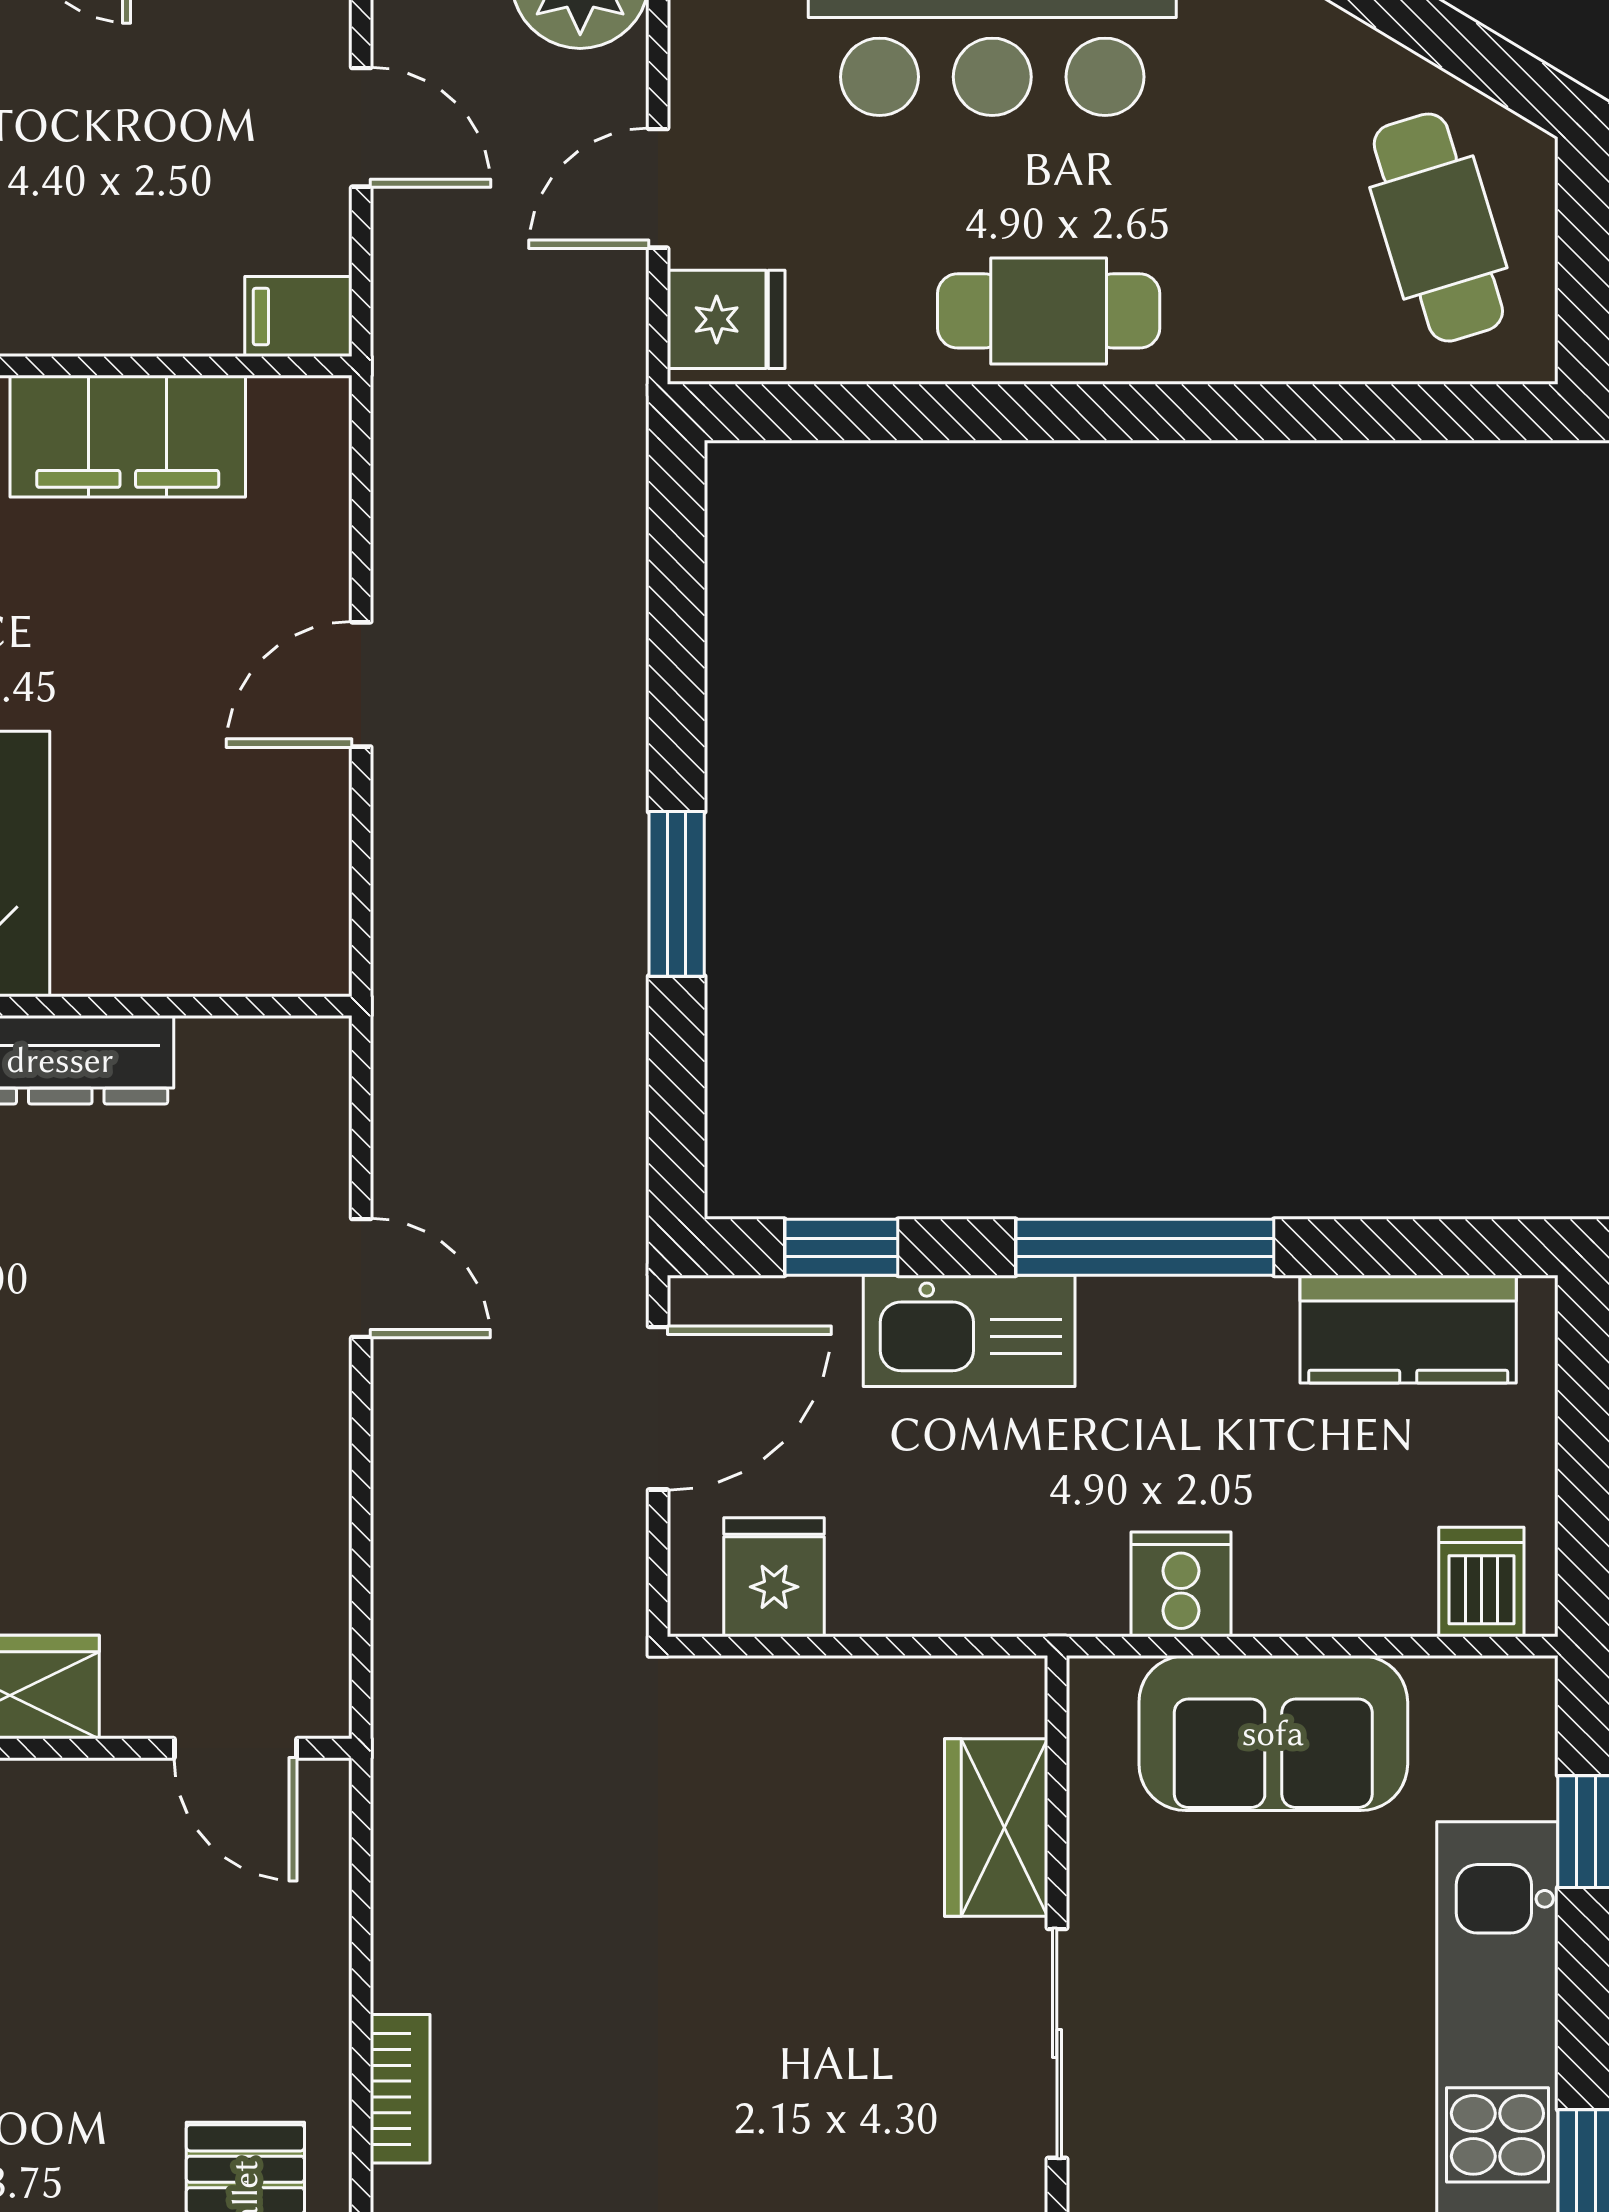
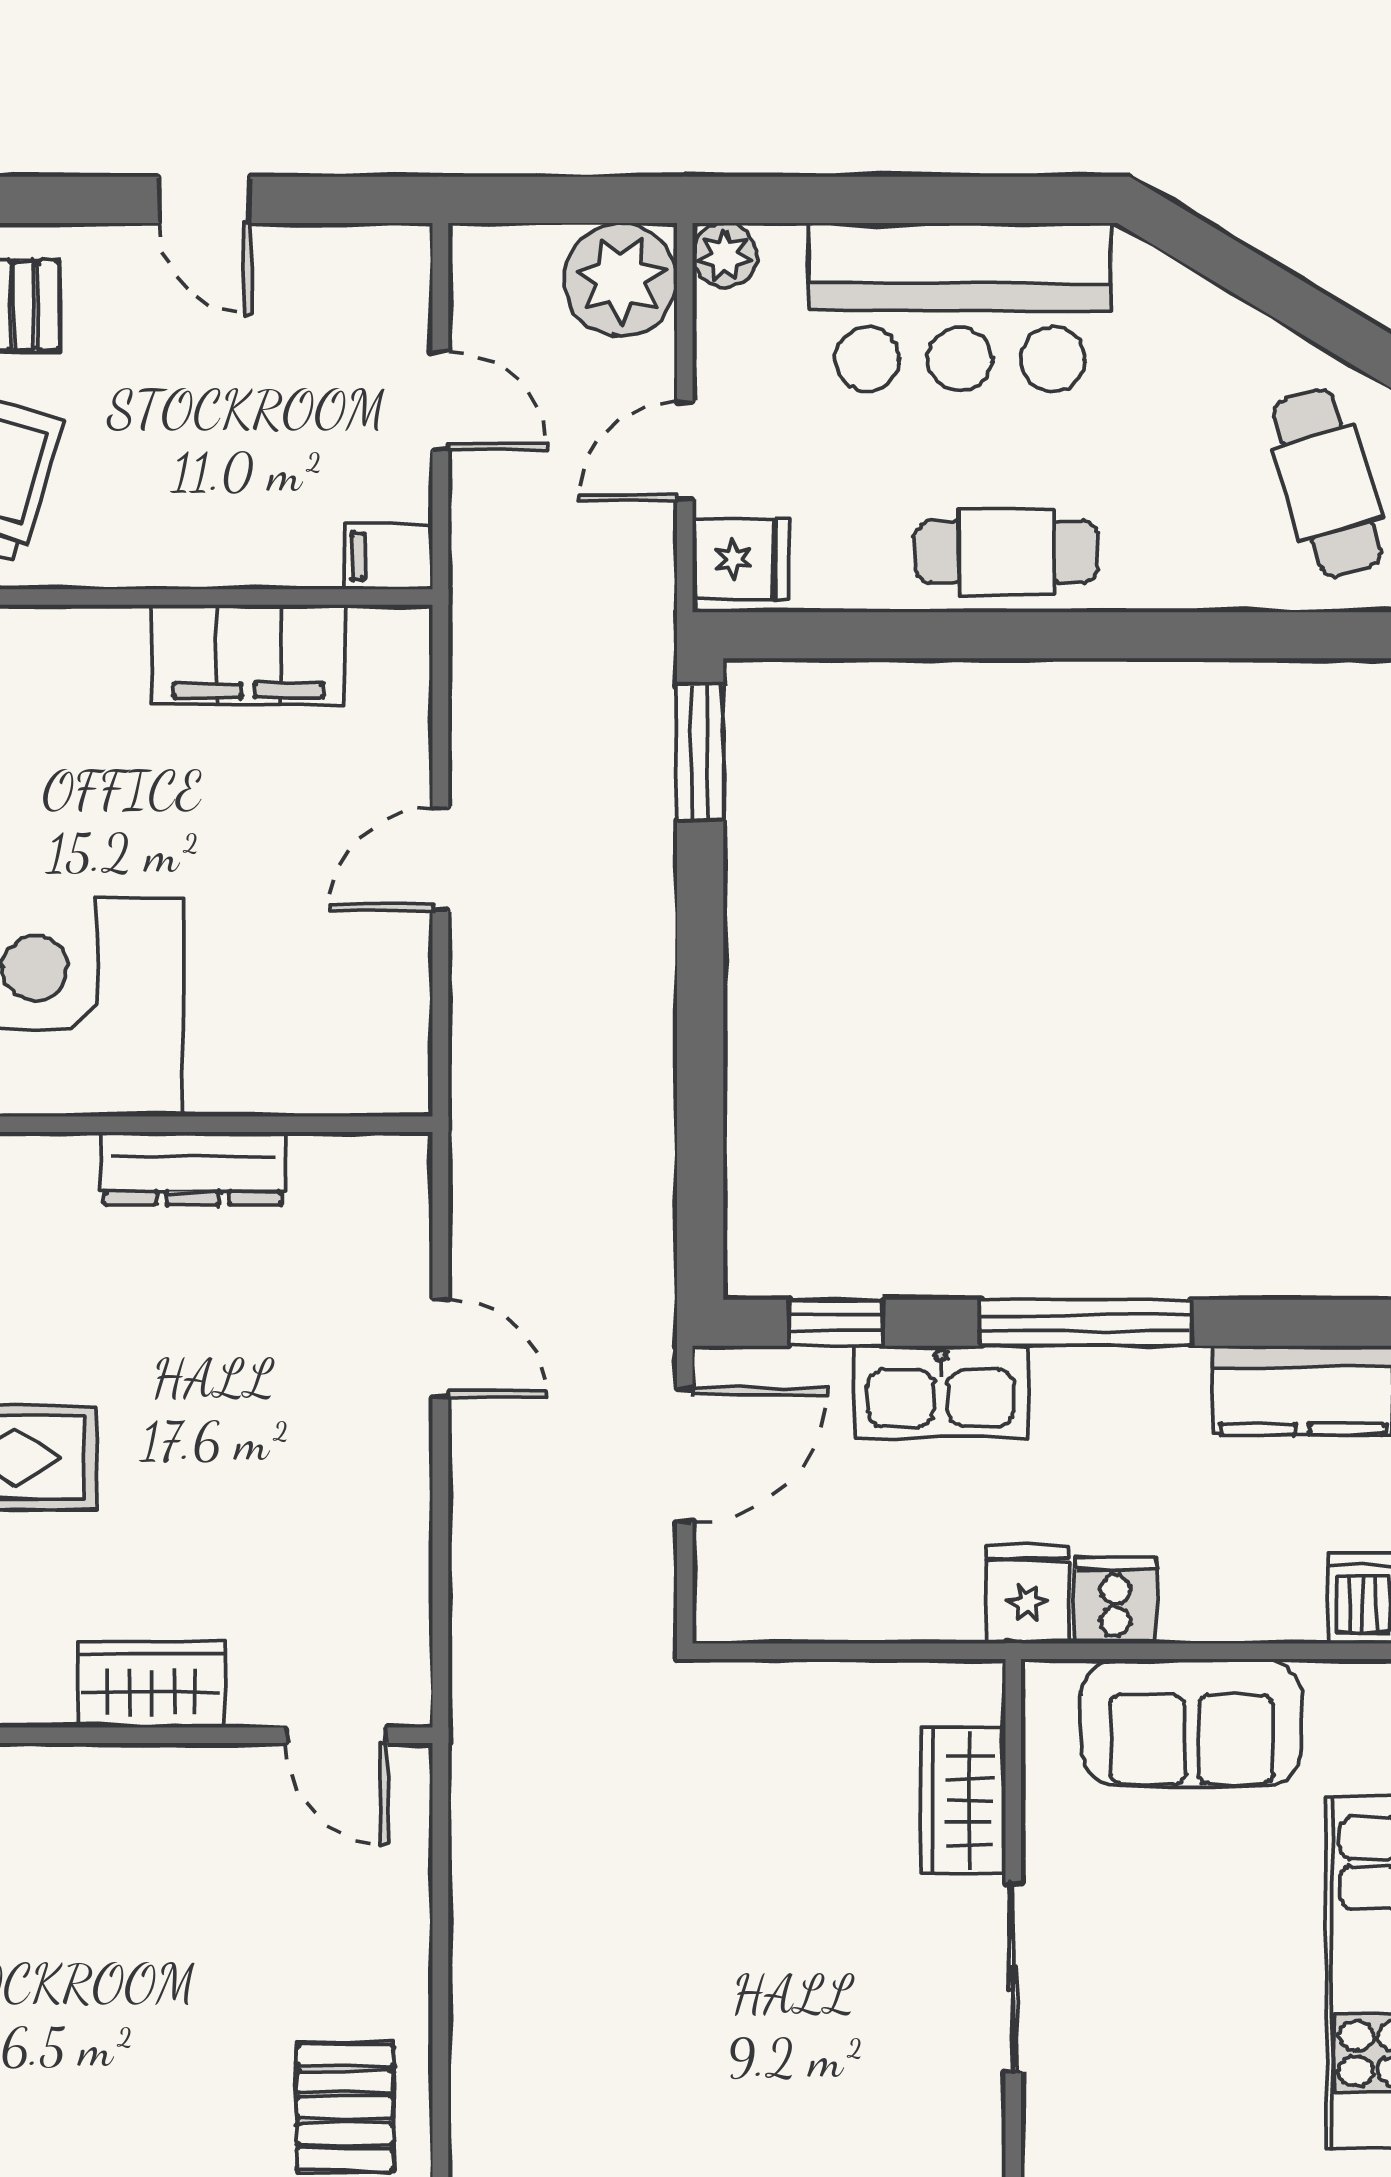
window: (677, 894) -> (700, 752), moved
fridge: (774, 1577) -> (1027, 1594), moved
bookcase: (400, 2089) -> (473, 2016), removed

